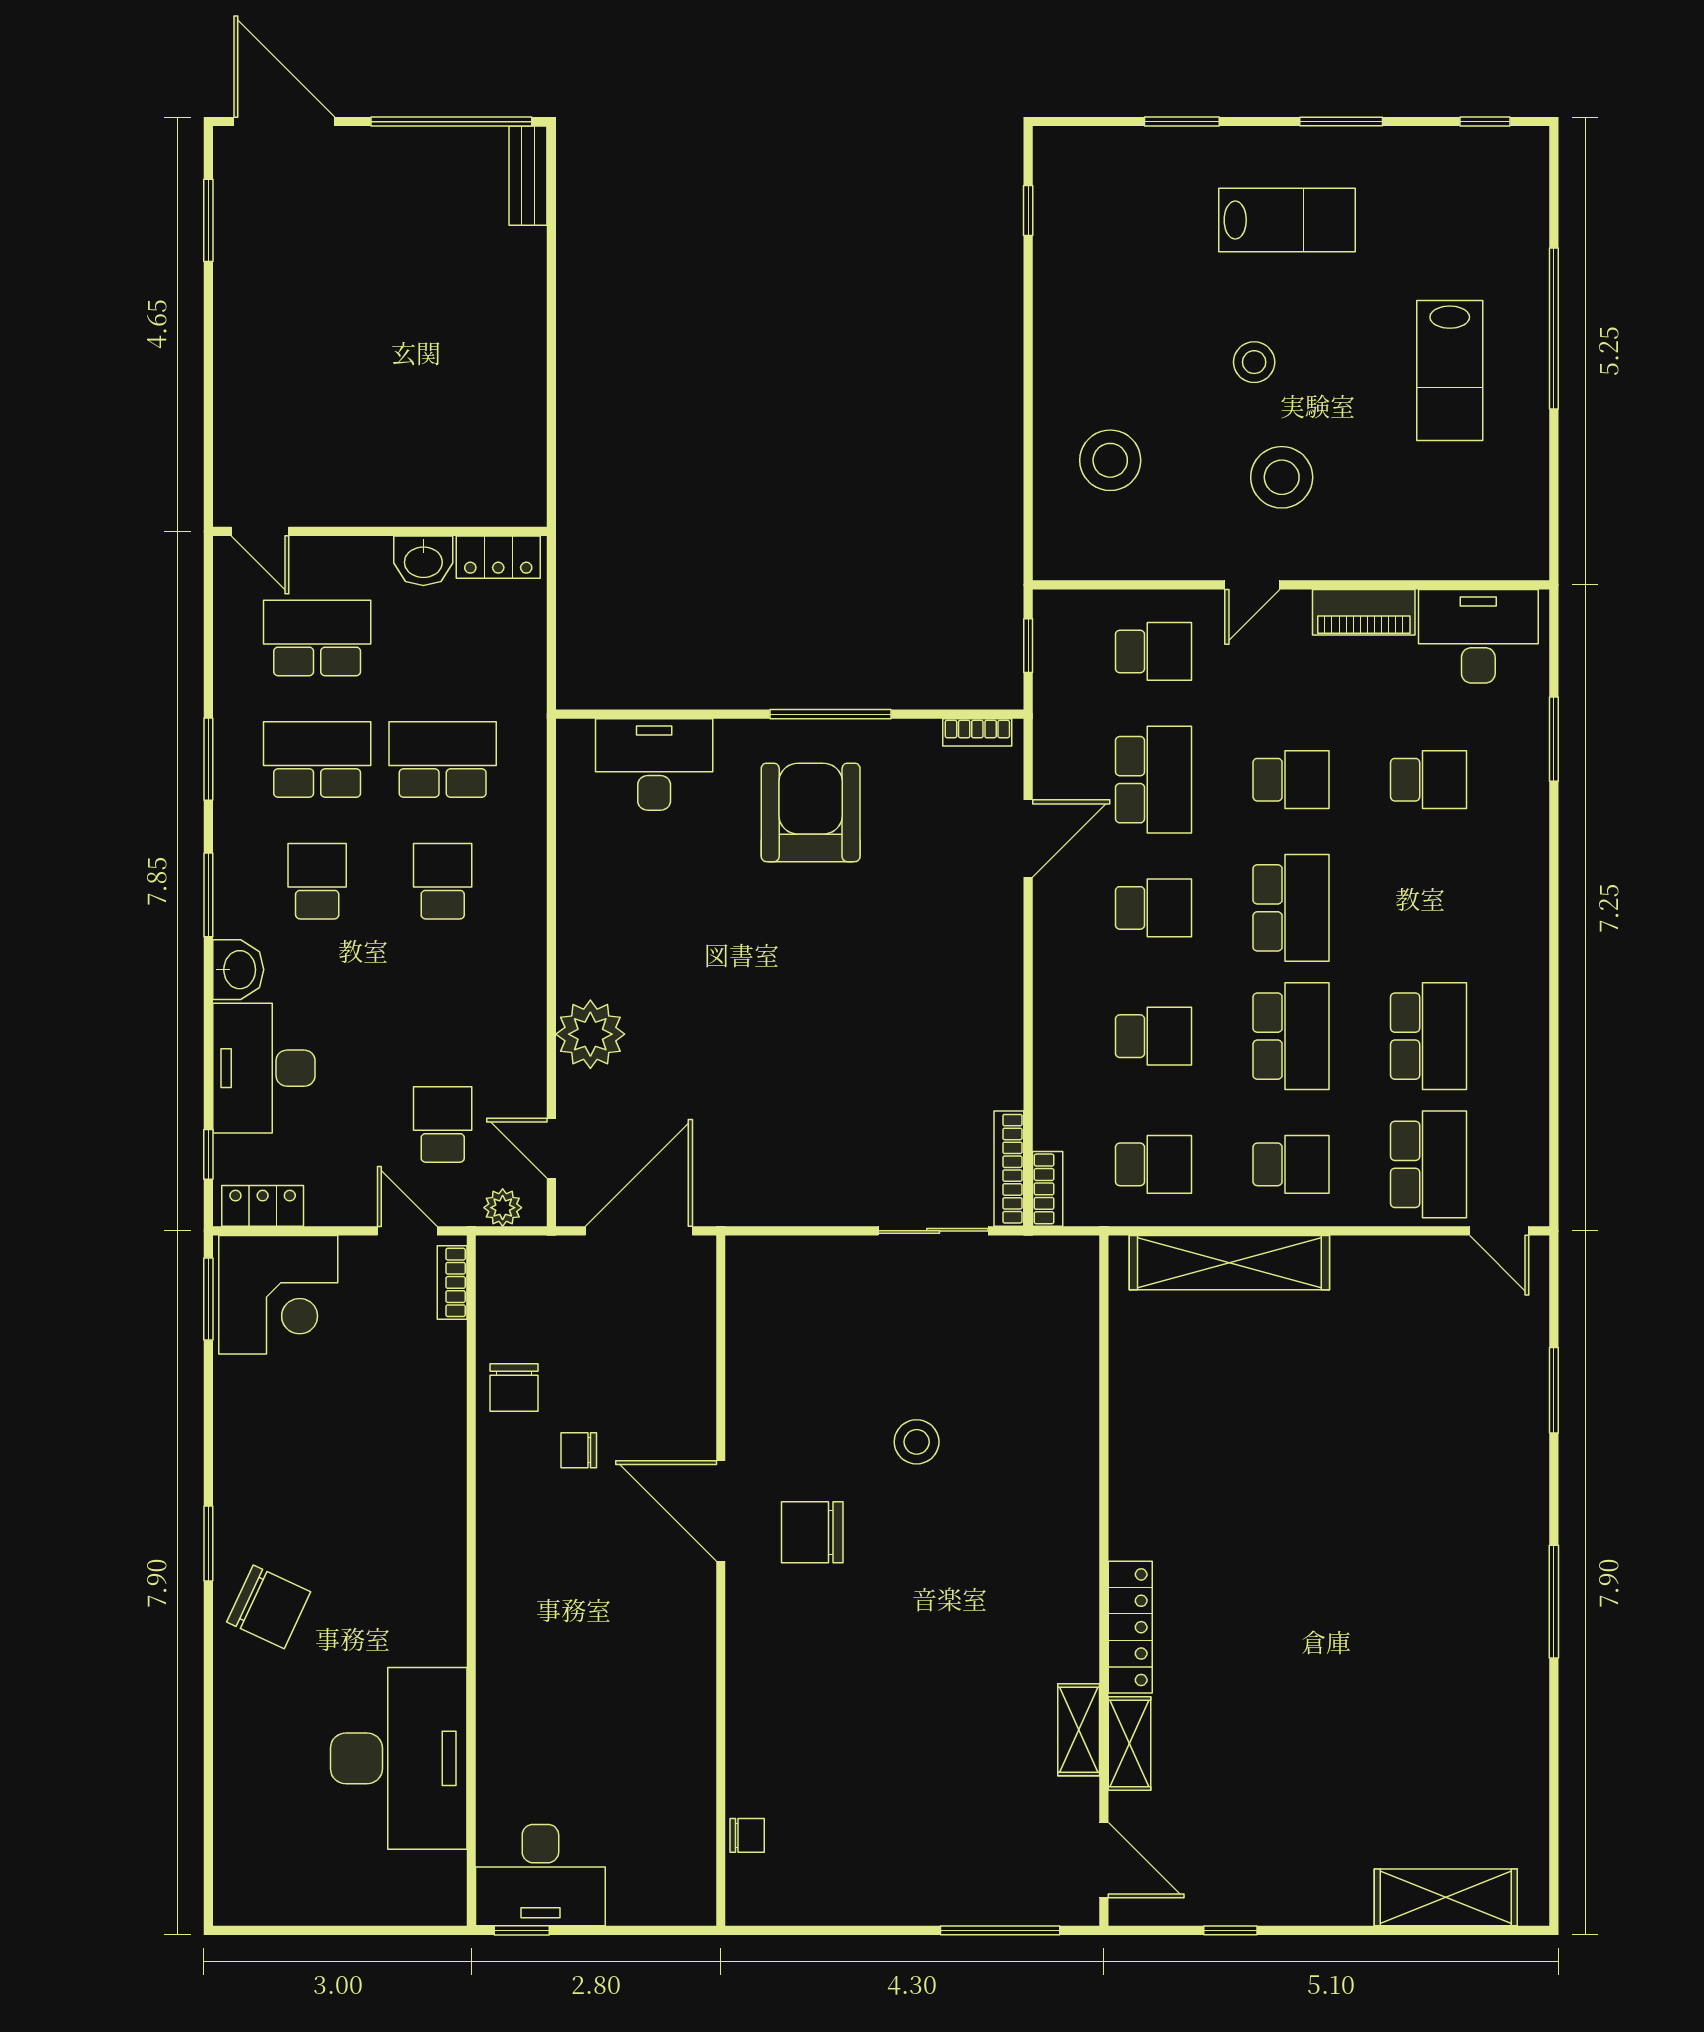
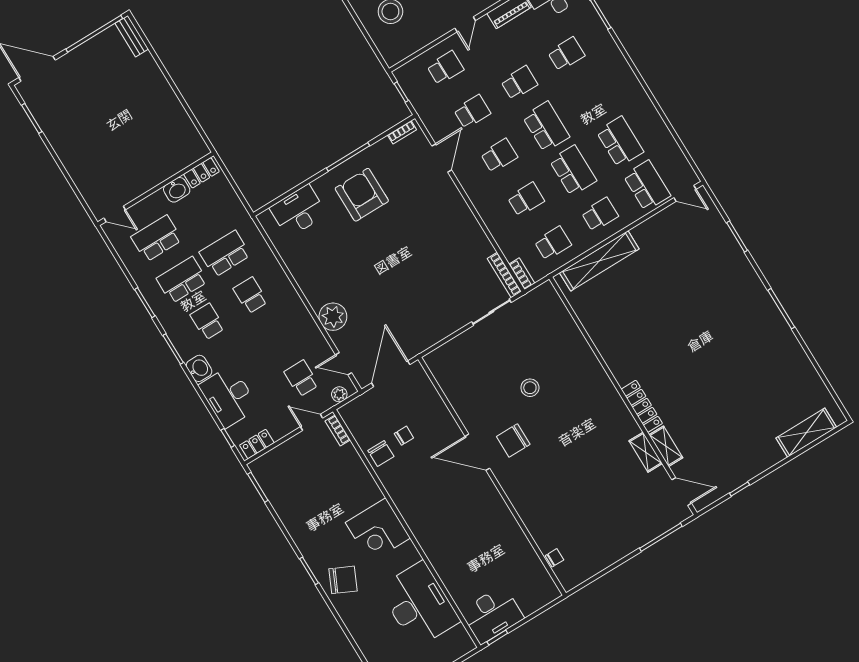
school desk: (1154, 780) -> (472, 112), width x0.54
corner desk: (278, 1295) -> (378, 530), moved, turned 90
chair: (579, 1450) -> (404, 436), moved, turned 180

